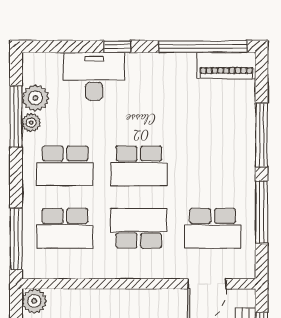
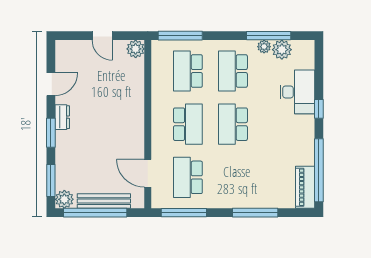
window: (262, 212) -> (184, 213), moved

